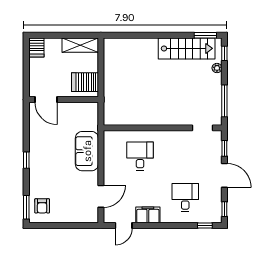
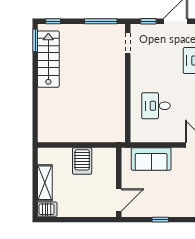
shelving: (80, 45) -> (45, 183), moved
plant: (217, 68) -> (68, 29), removed
door: (46, 100) -> (119, 200), moved
wall: (64, 100) -> (119, 182), moved

